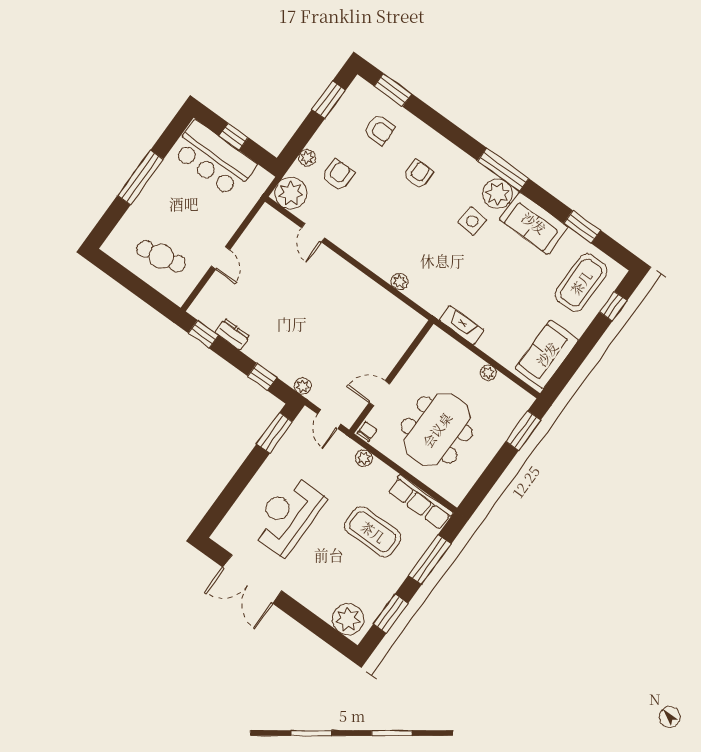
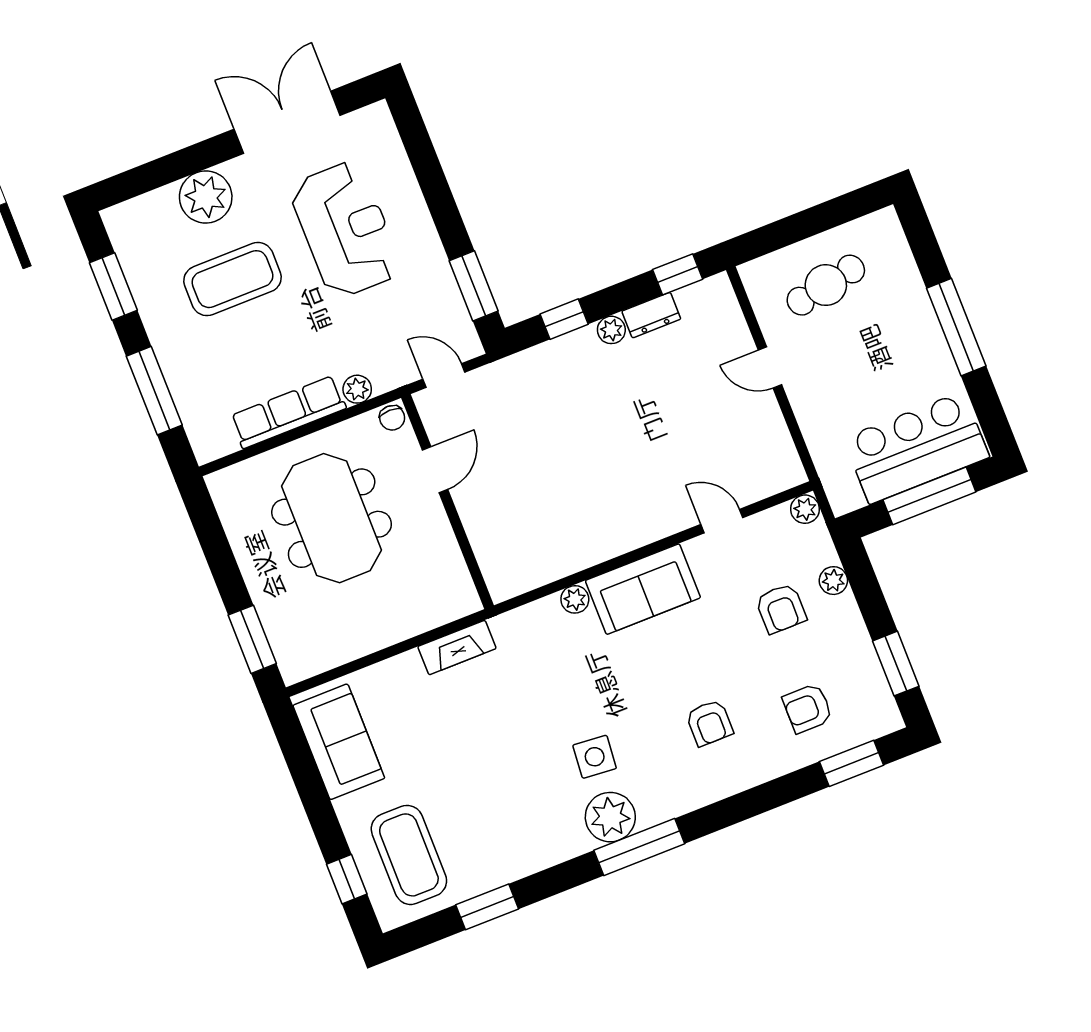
window: (234, 137) -> (929, 496), width x2.17
plant: (291, 193) -> (805, 509), width x0.53, depth x0.53
sofa: (534, 223) -> (643, 589), moved, turned 180
plant: (488, 373) -> (366, 642), removed
plant: (303, 386) -> (611, 330), moved
row of seats: (420, 502) -> (288, 412), moved
coffee table: (373, 532) -> (233, 279), moved
plant: (348, 619) -> (206, 197), moved

